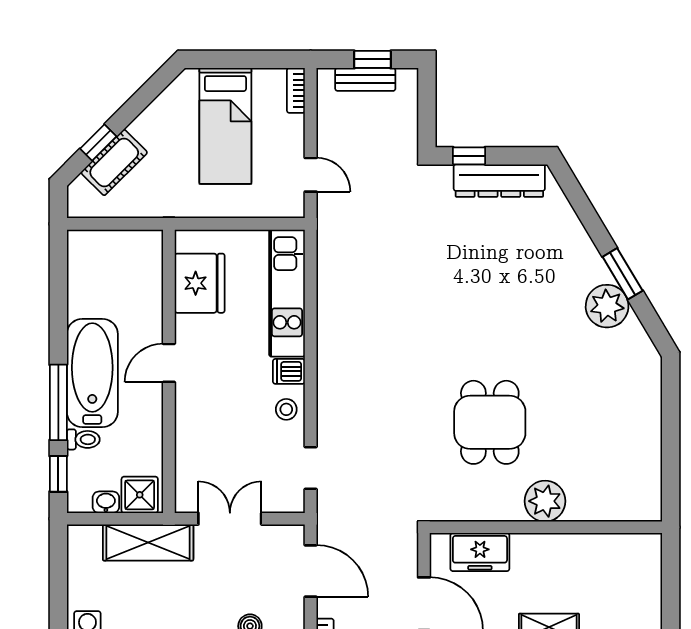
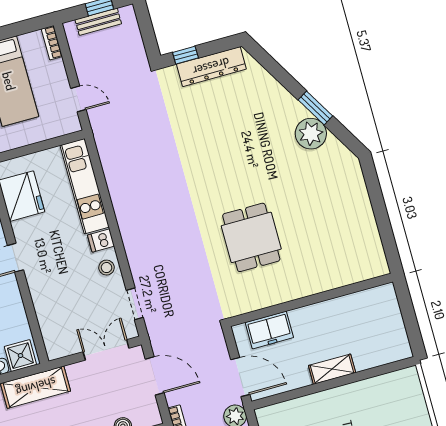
plant: (545, 501) -> (305, 282), removed
double door: (230, 519) -> (106, 350), moved

